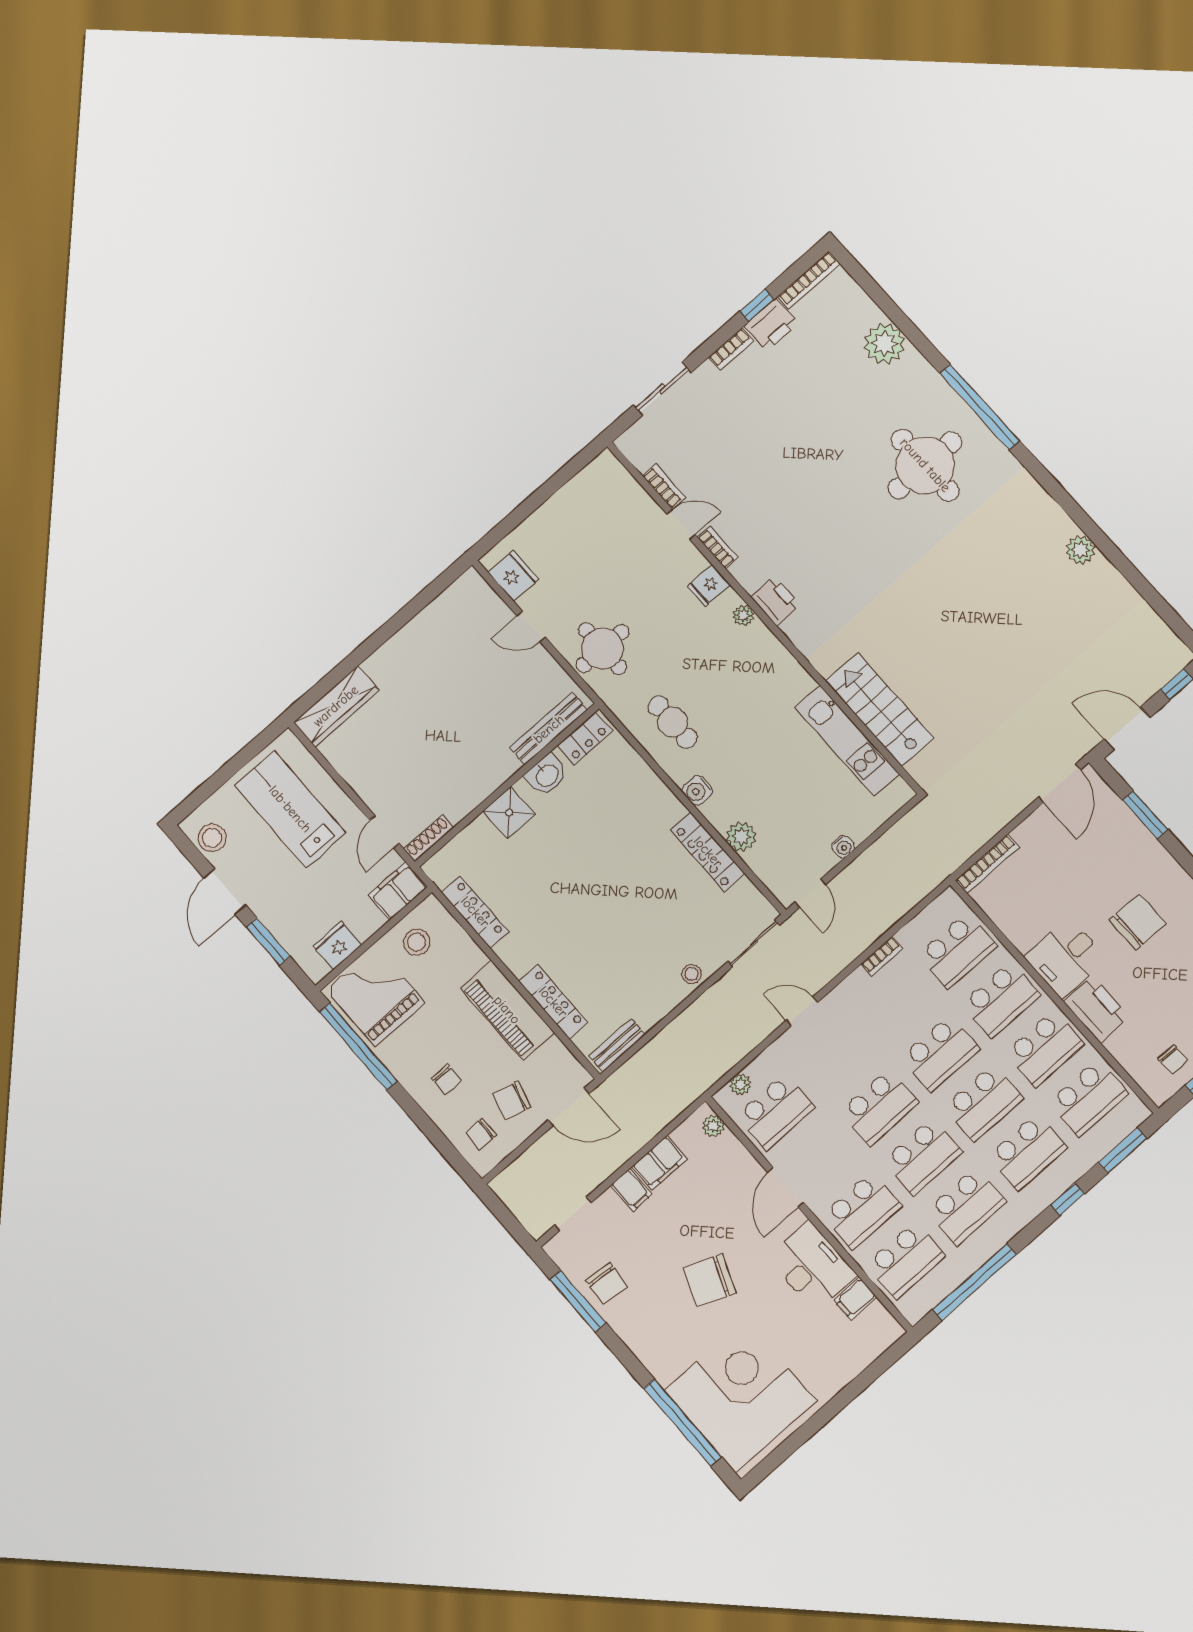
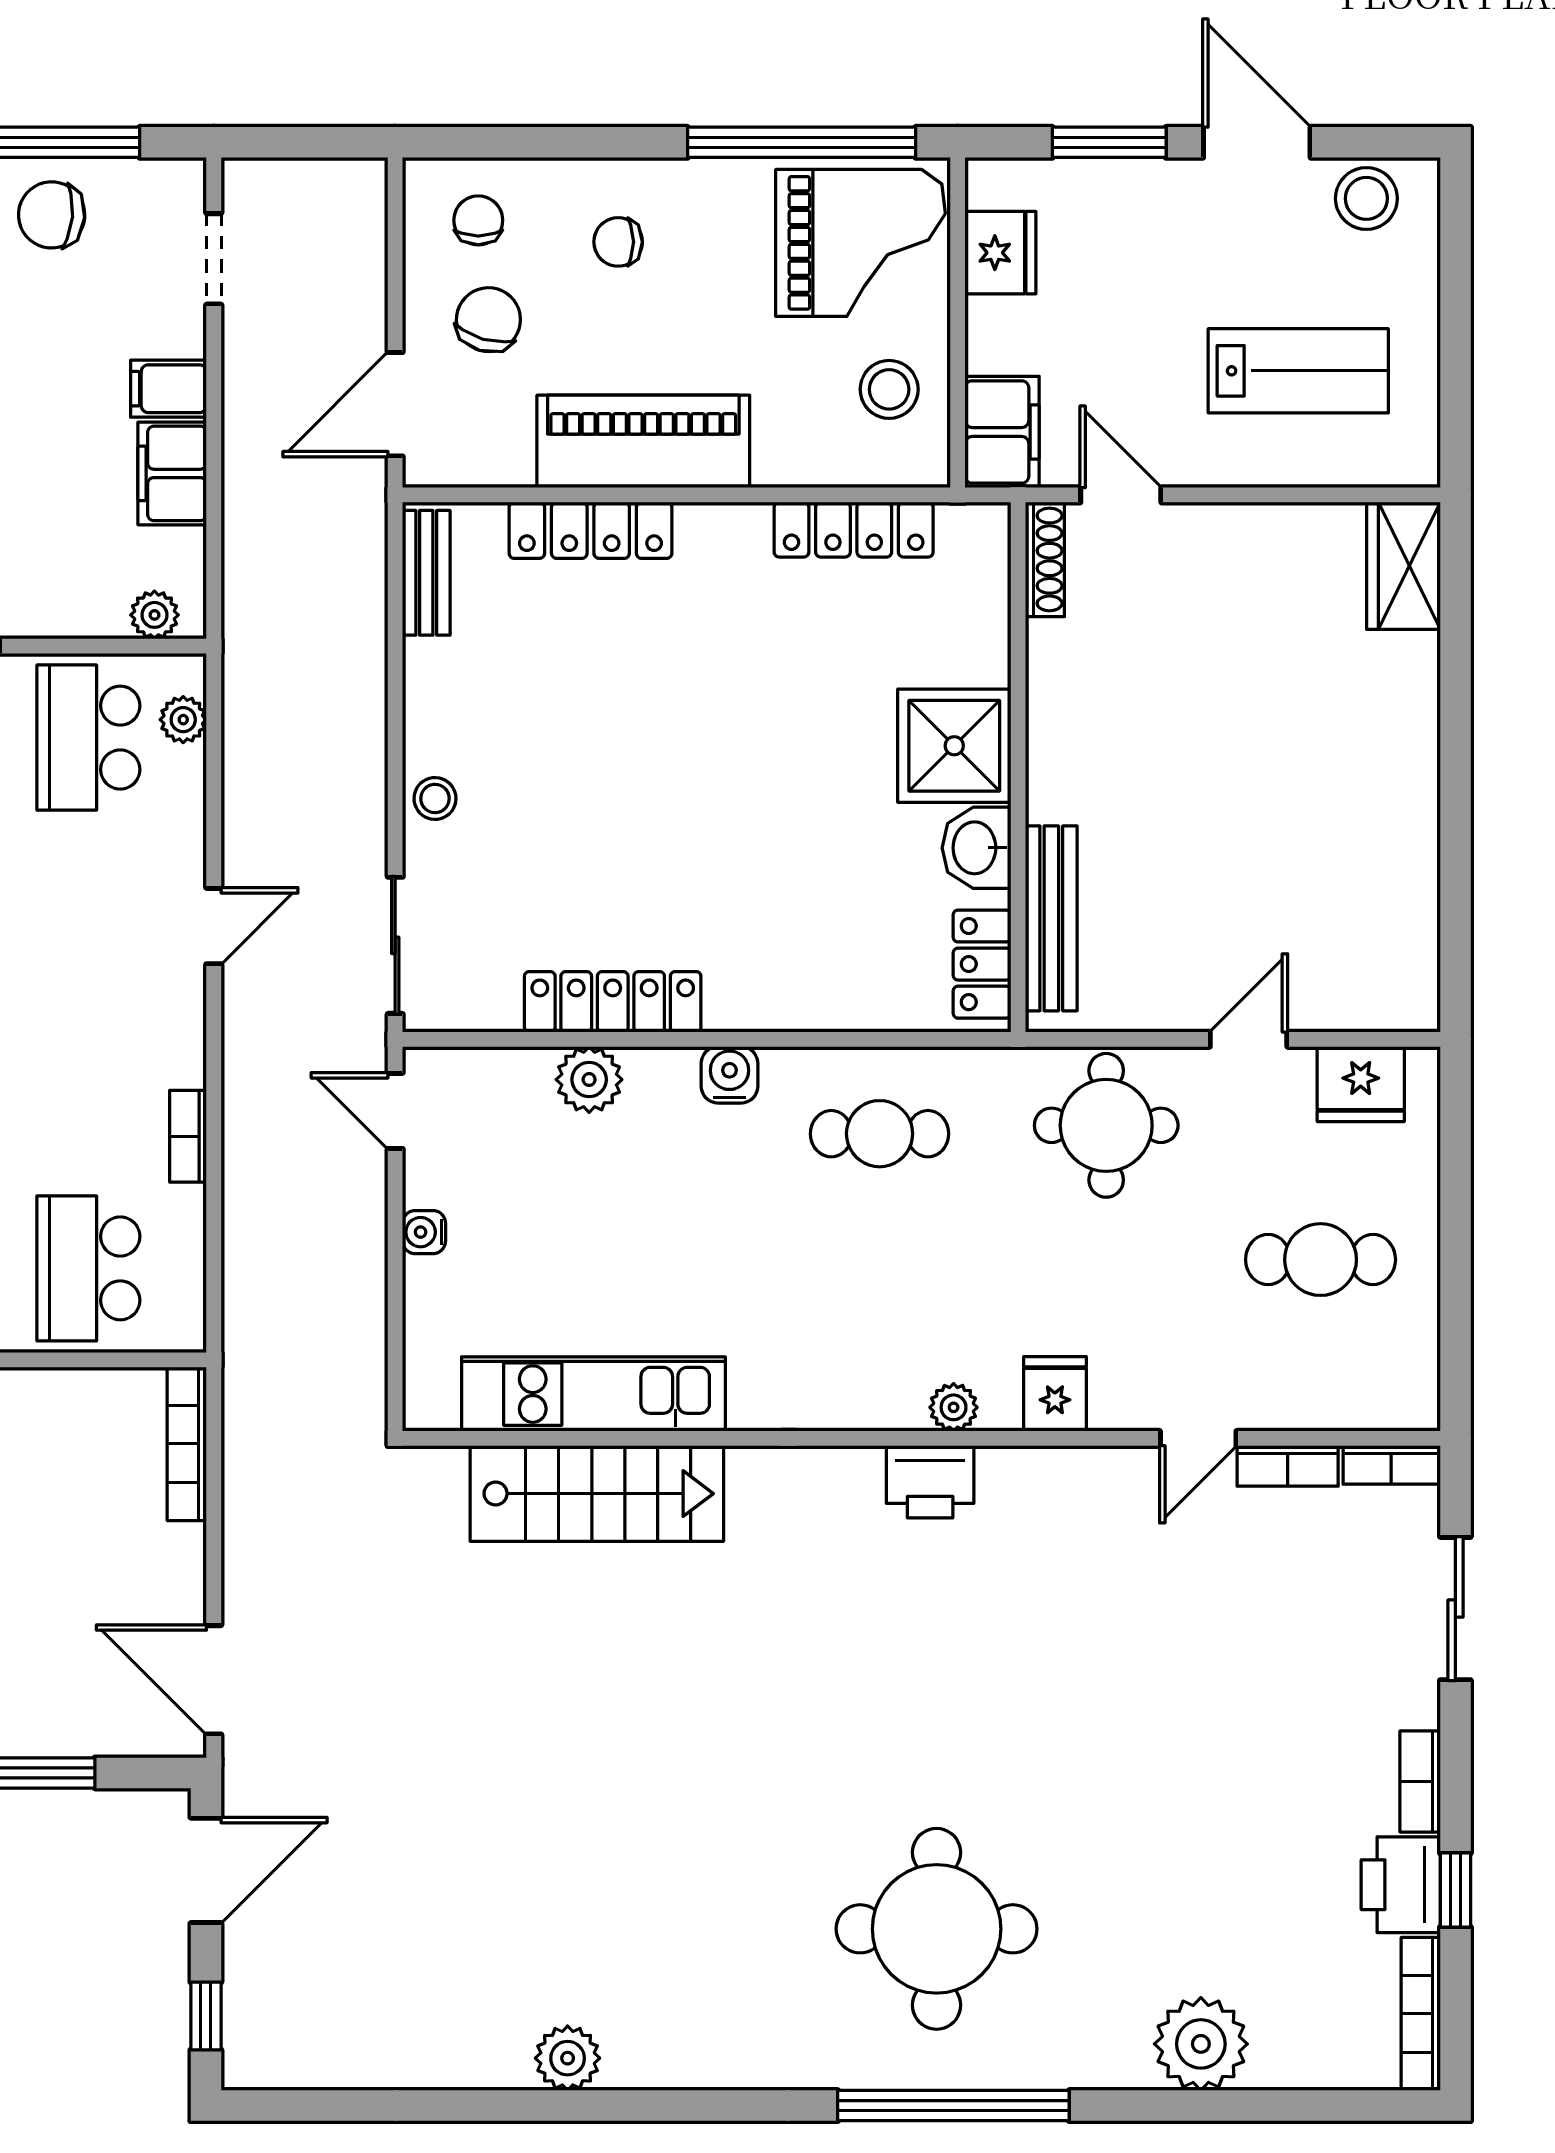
cafe table: (584, 537) -> (1321, 1260), added
bookcase: (718, 547) -> (1391, 1465), moved
wardrobe: (336, 706) -> (1403, 566), width x0.67
lab bench: (290, 809) -> (1298, 371), width x0.73, depth x0.72
shower: (509, 813) -> (954, 746), width x1.36, depth x1.36

